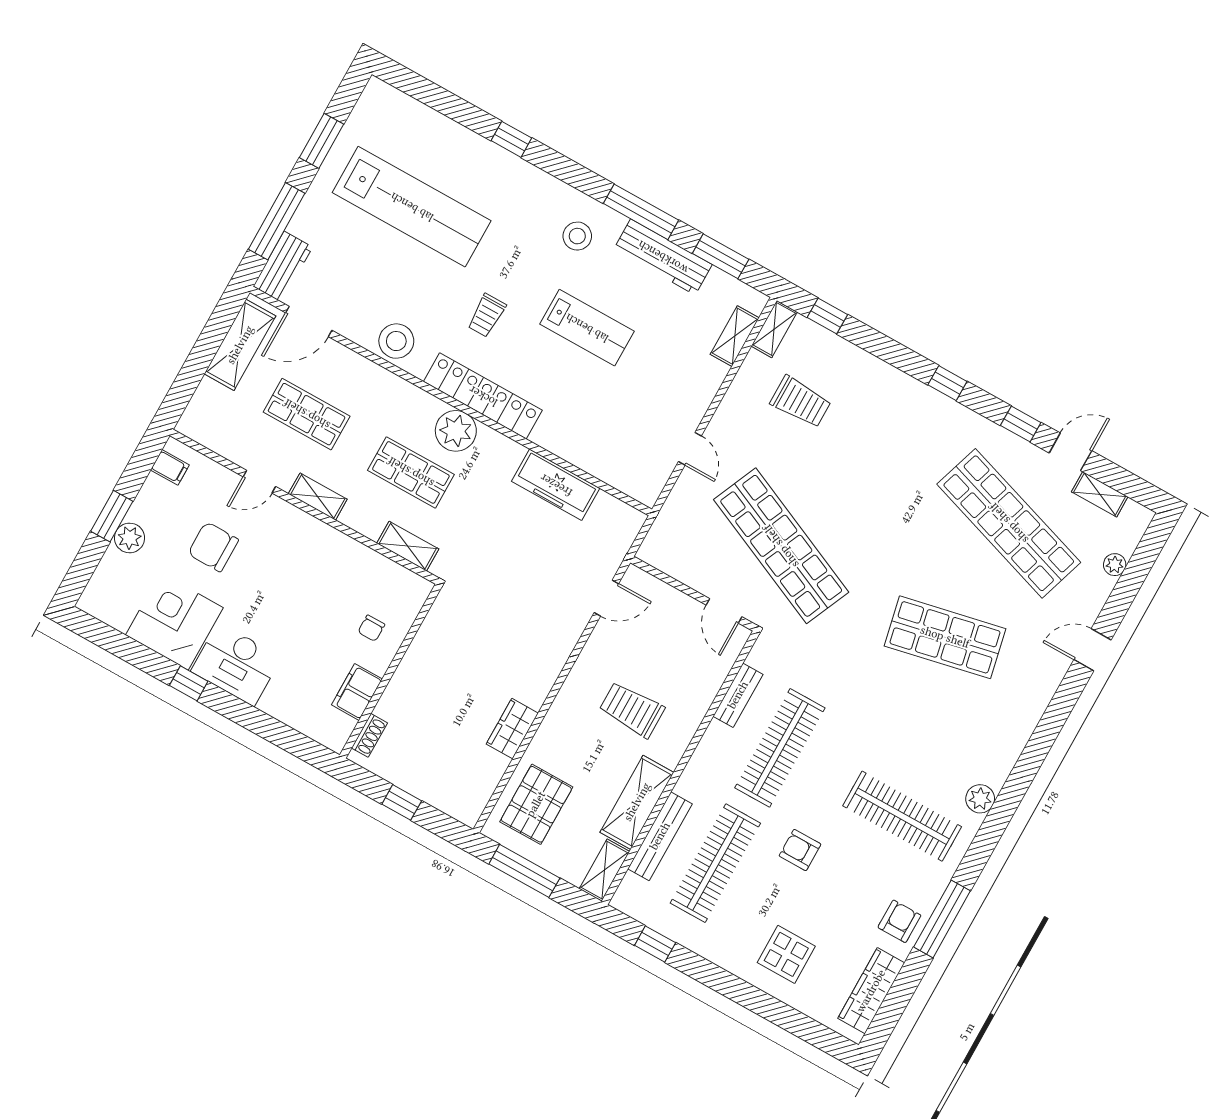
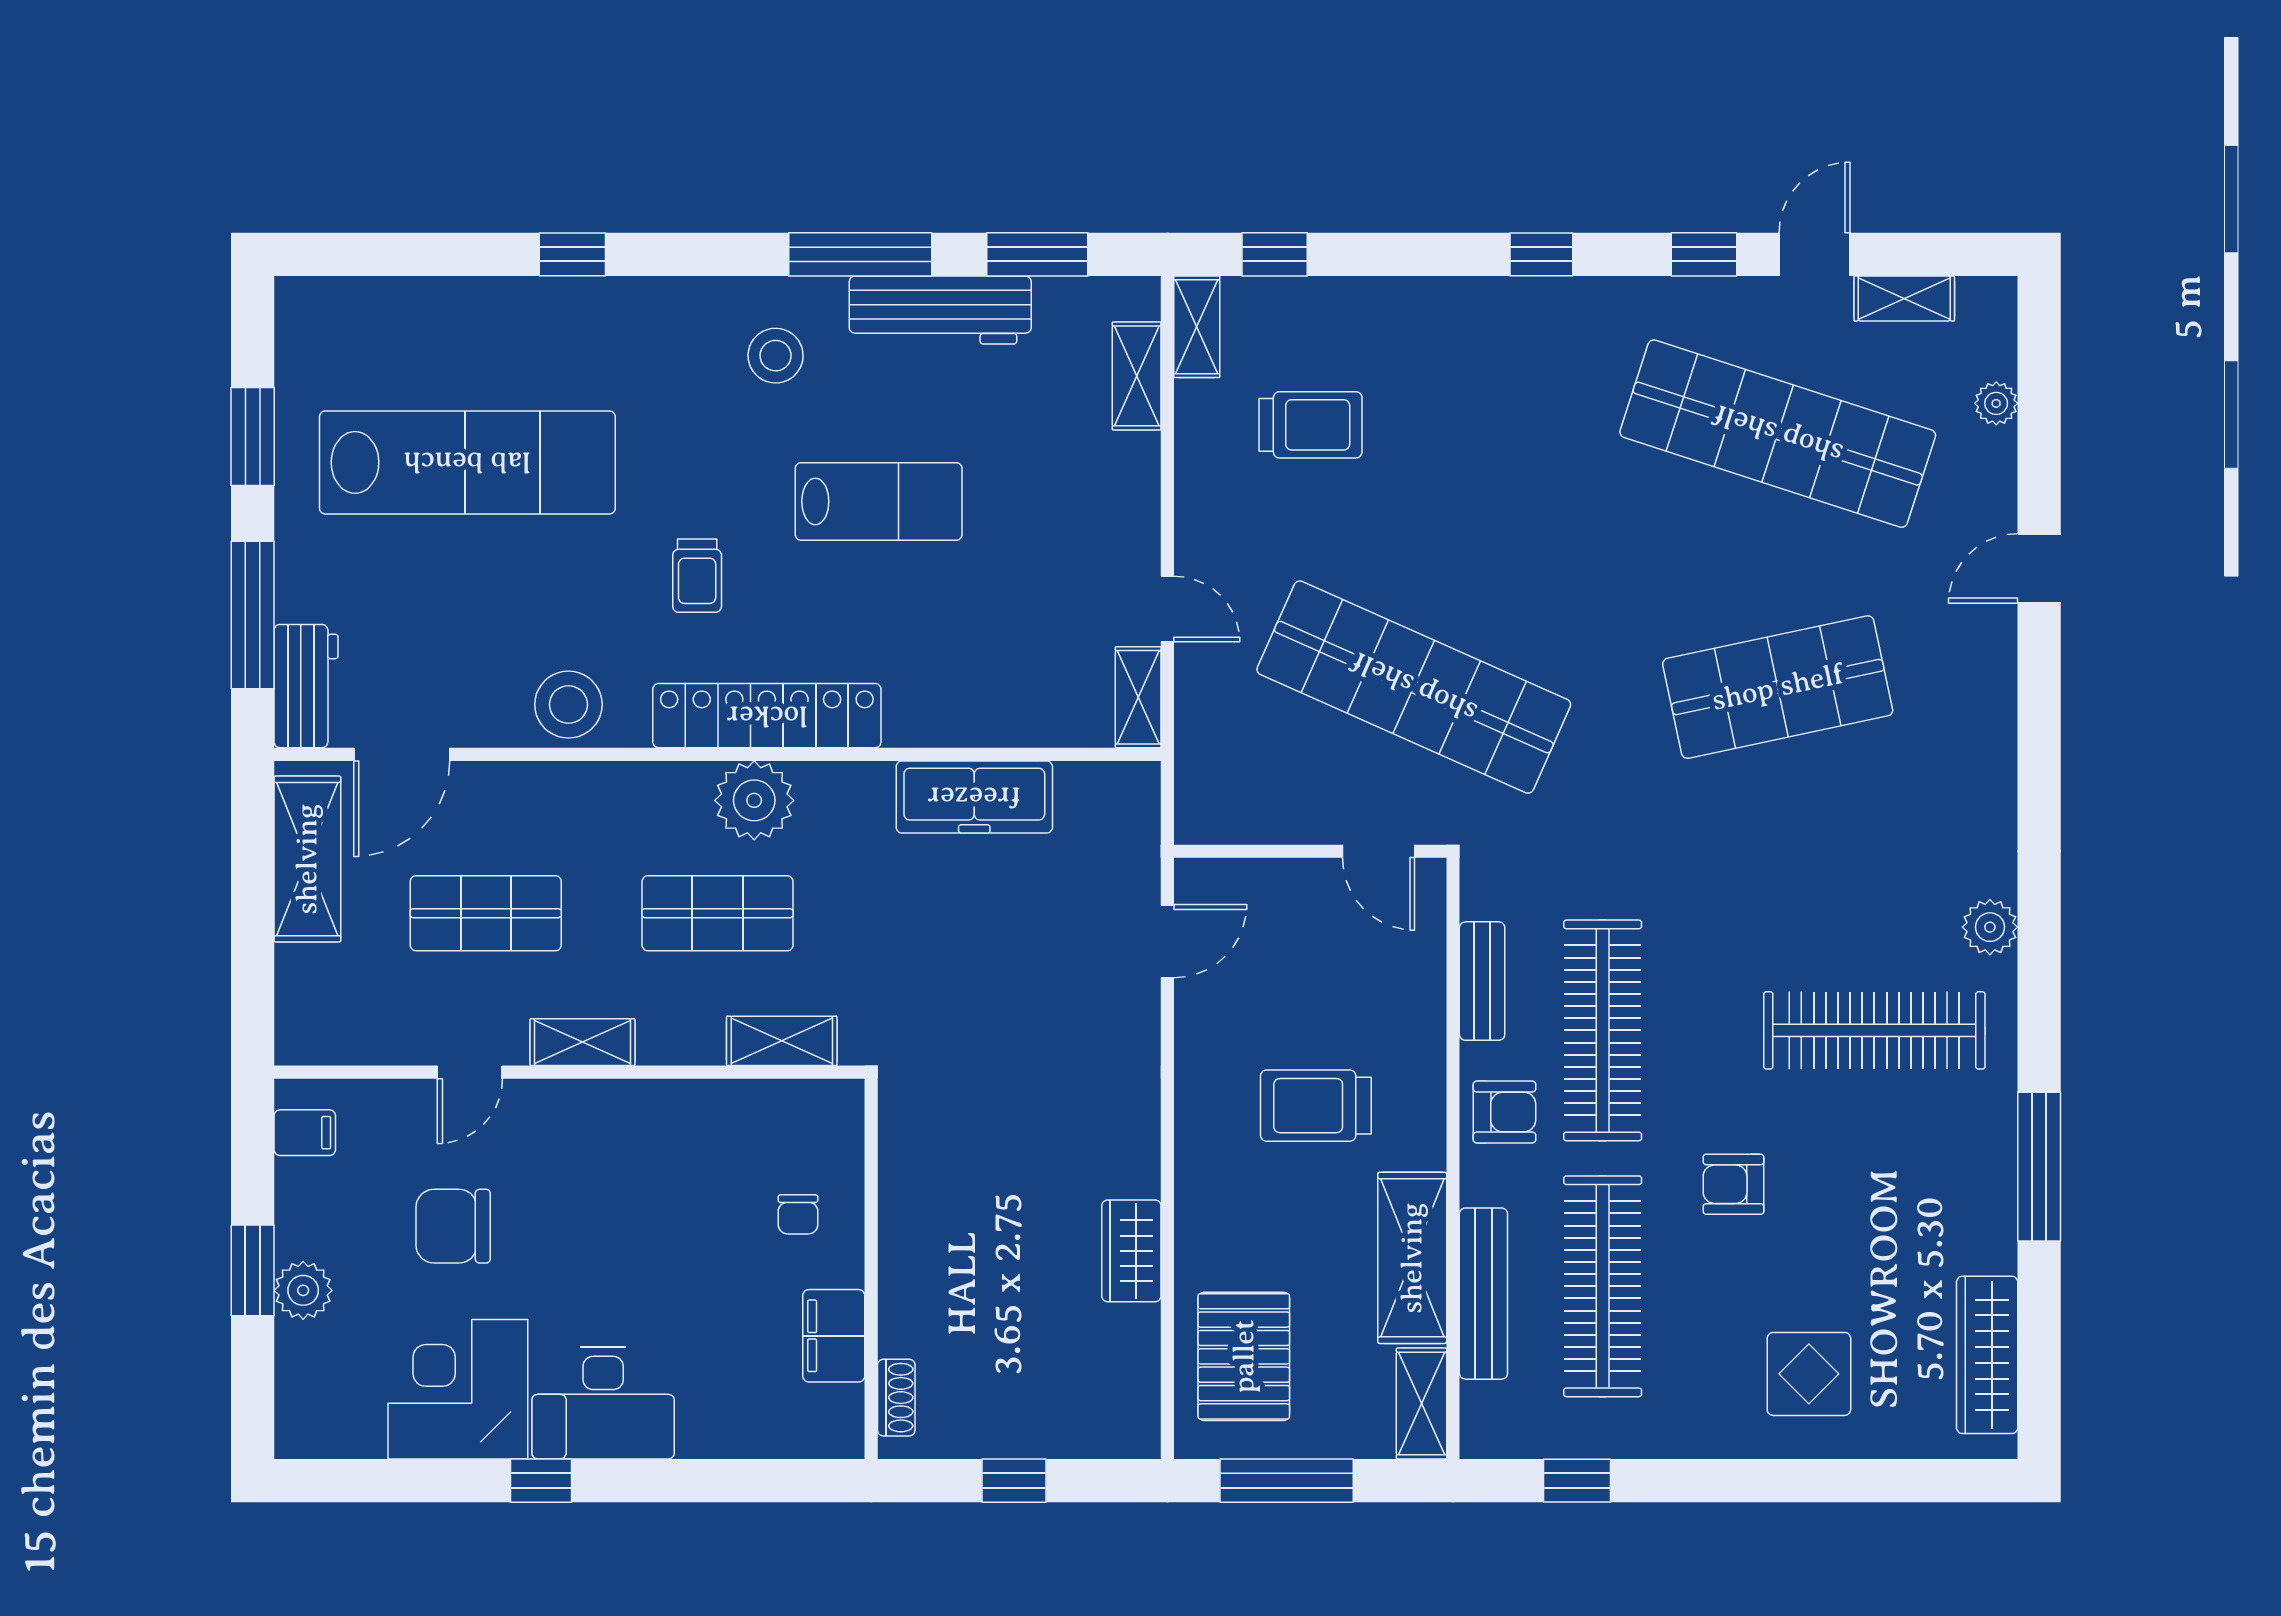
shelving: (655, 481) -> (1138, 697), added
armchair: (899, 921) -> (1504, 1112), moved, turned 90

